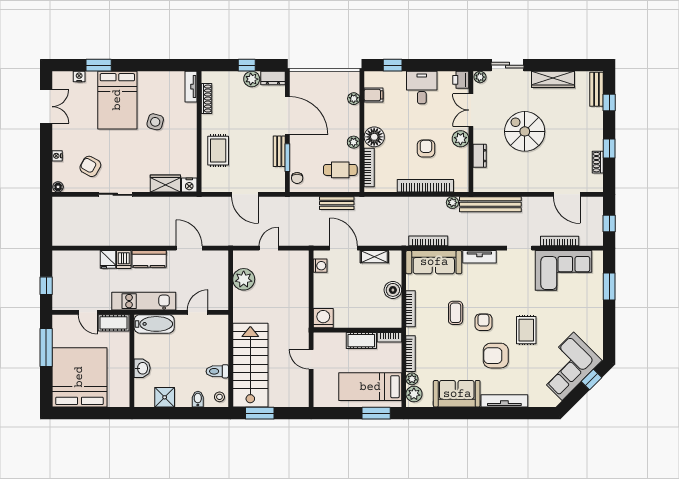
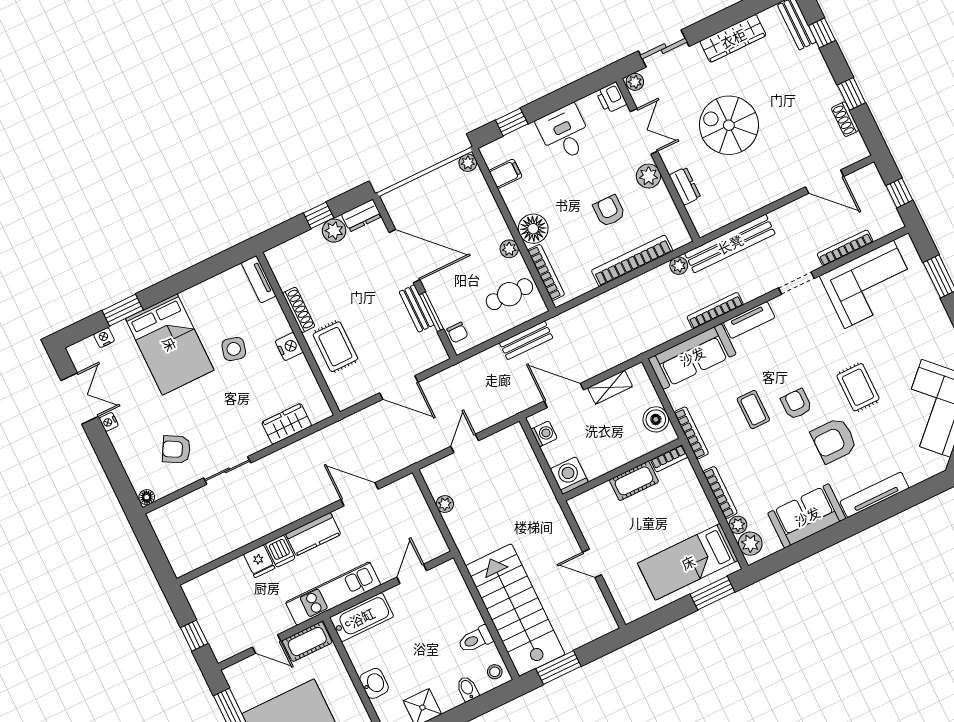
shoe rack: (207, 99) -> (299, 310), moved
plant: (354, 99) -> (468, 163), moved
double door: (471, 110) -> (644, 131), swing flipped
nightstand: (57, 156) -> (109, 422), moved
nightstand: (189, 185) -> (289, 347), moved, turned -90
bookcase: (428, 241) -> (715, 311), moved
plant: (244, 279) -> (445, 504), width x0.53, depth x0.53
washing machine: (323, 318) -> (569, 476), moved
wall: (357, 330) -> (622, 470), moved
bookcase: (389, 337) -> (669, 458), moved
cot: (361, 341) -> (634, 481), moved

